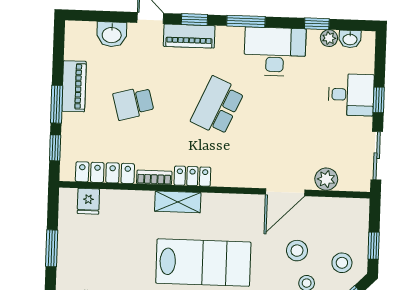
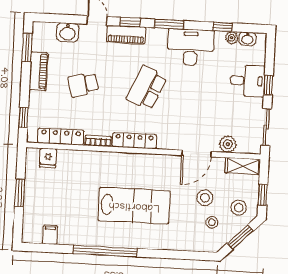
window: (57, 104) -> (27, 47), moved
locker: (192, 176) -> (134, 141), width x1.53
shelving: (178, 202) -> (243, 166), moved

